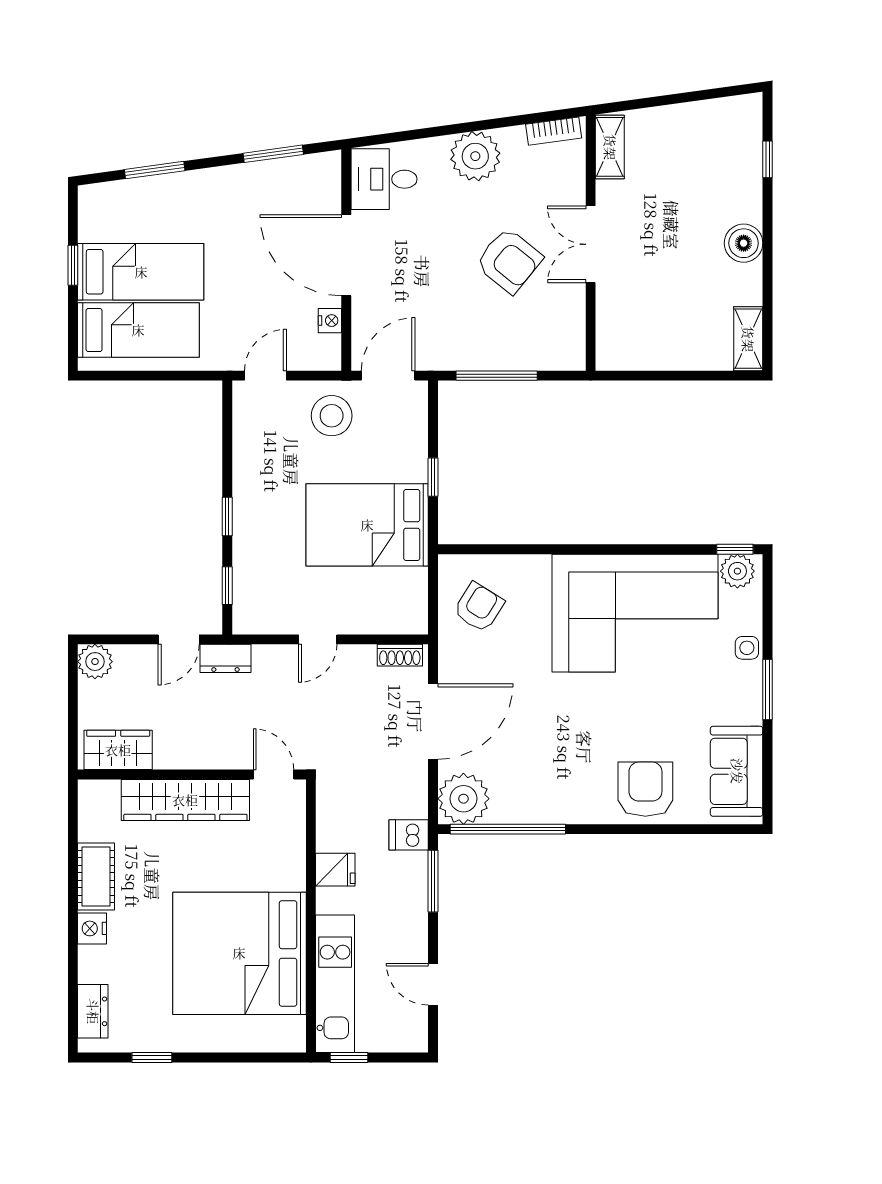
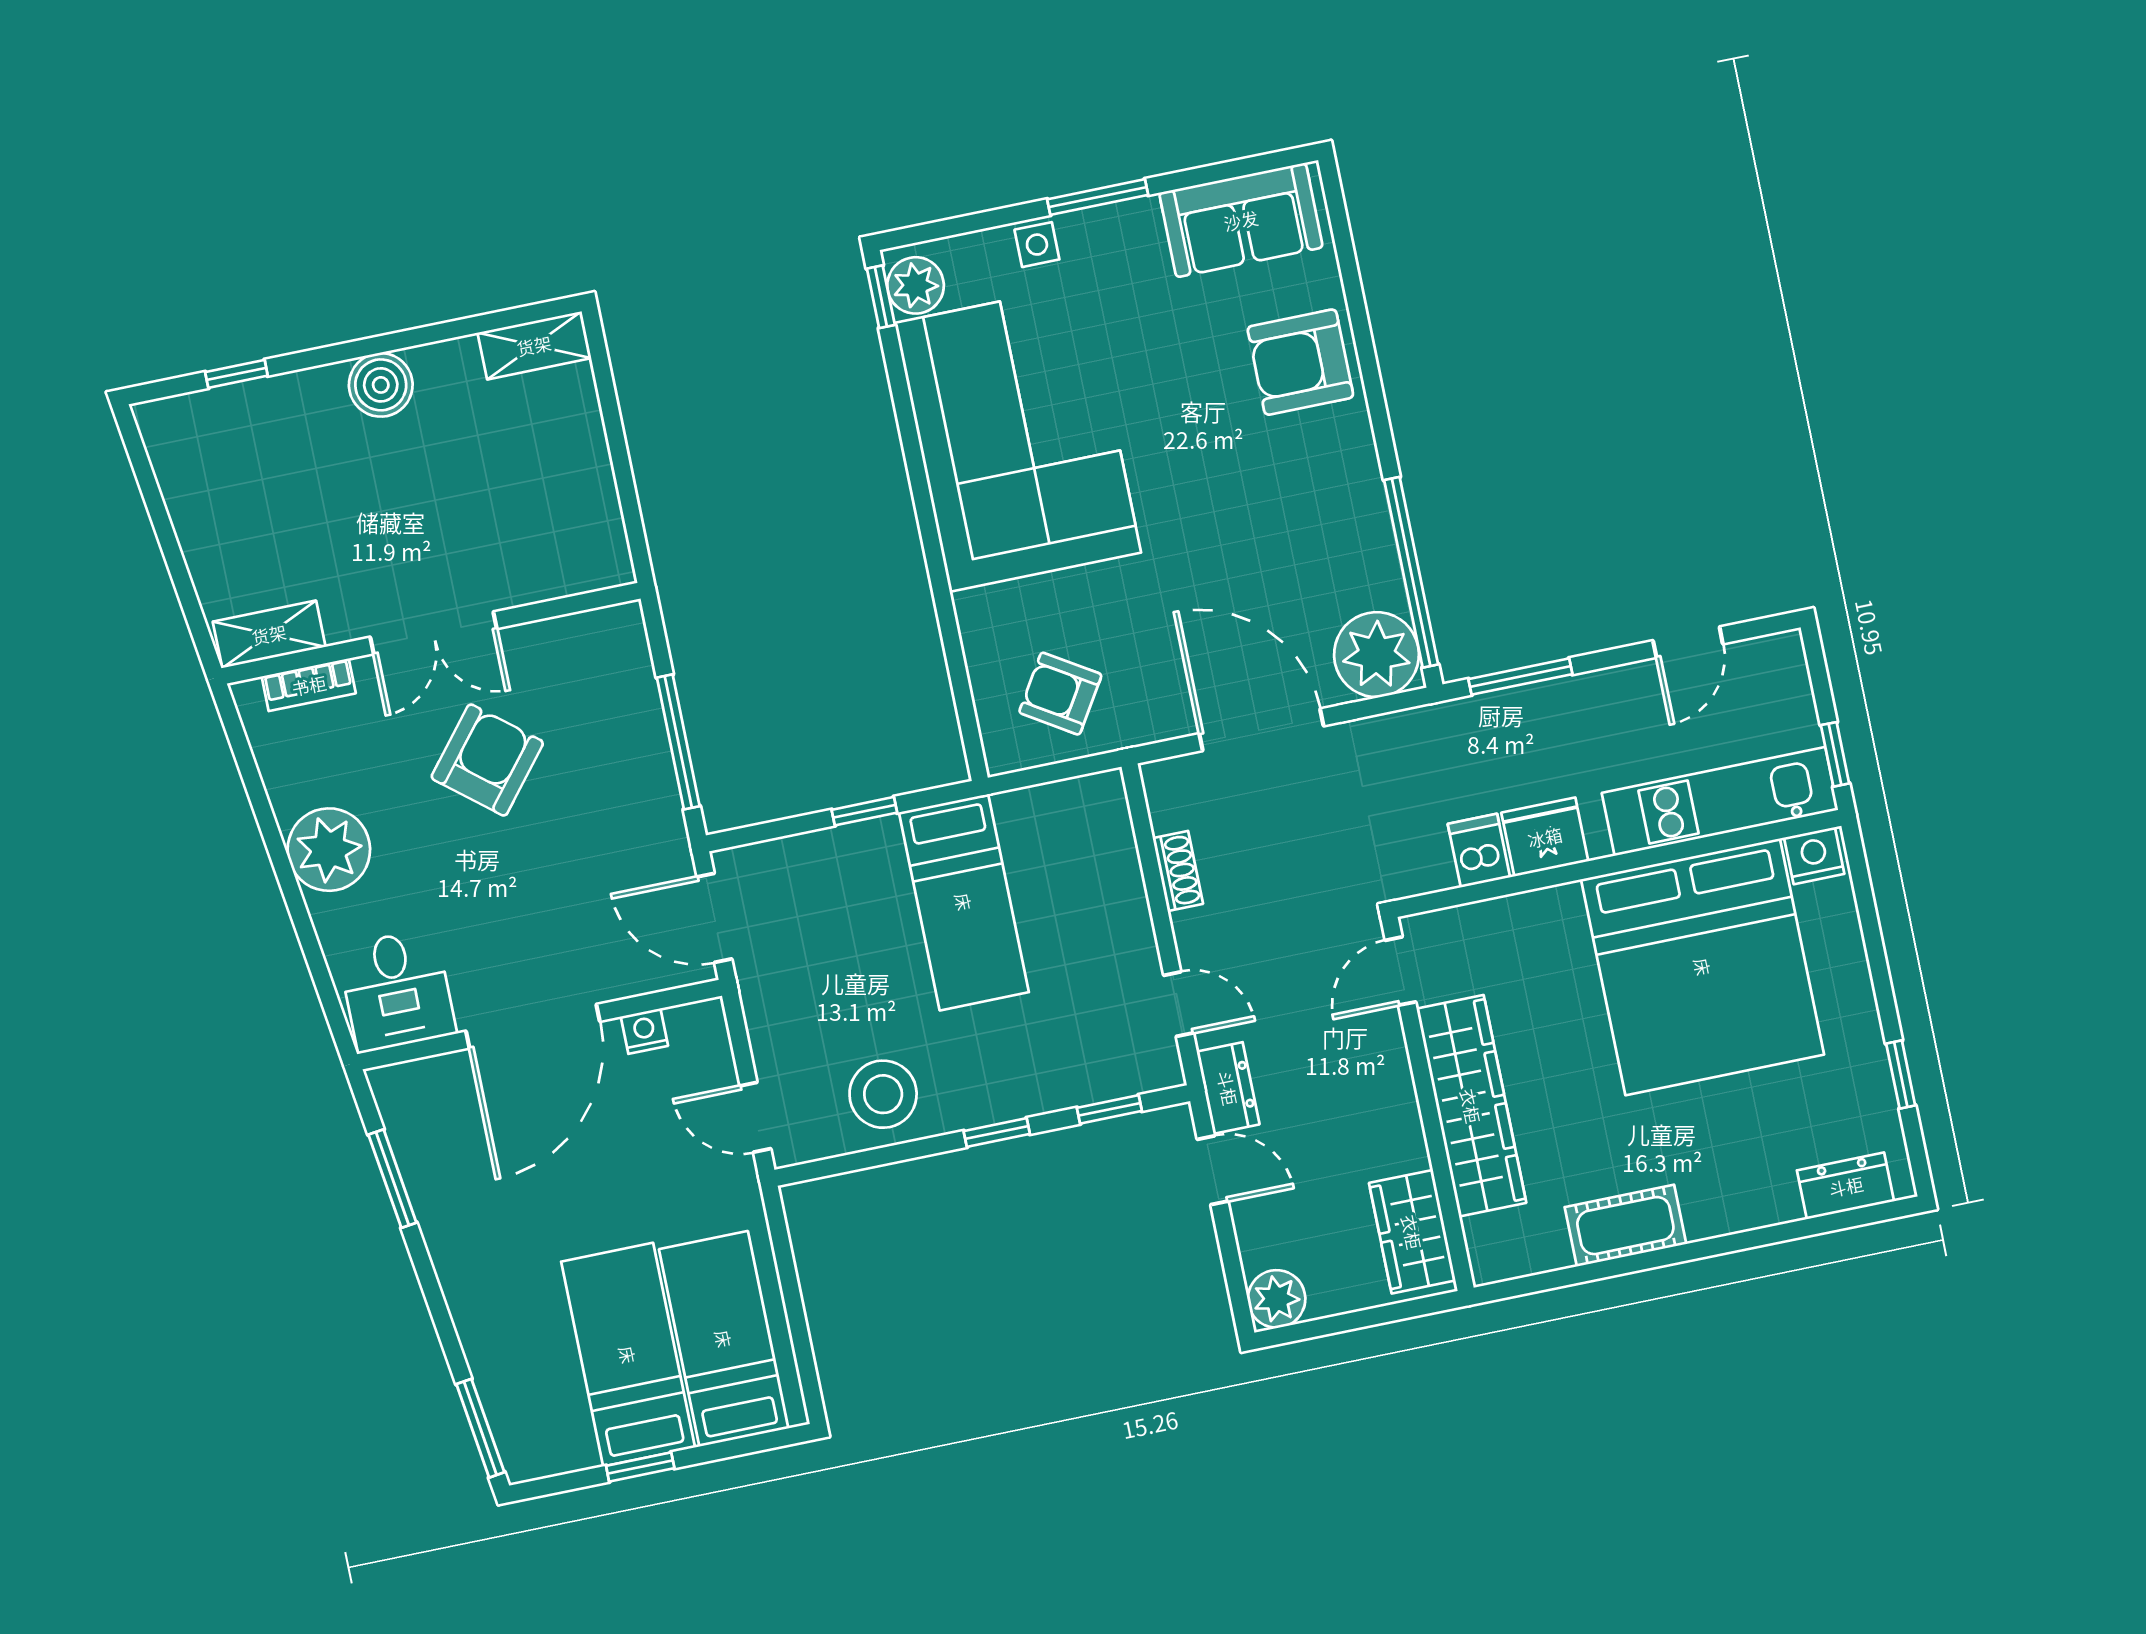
bookcase: (554, 131) -> (309, 685), moved, turned 98
window: (155, 170) -> (480, 1428), moved
stool: (332, 416) -> (883, 1094), moved
bed: (367, 525) -> (964, 902), width x0.67
door: (318, 639) -> (1179, 1004), moved
shoe rack: (400, 655) -> (1178, 871), moved
dishwasher: (409, 835) -> (1479, 851), moved, turned 180
fridge: (335, 870) -> (1545, 837), width x1.38
nightstand: (92, 928) -> (1814, 856), moved, turned 180

